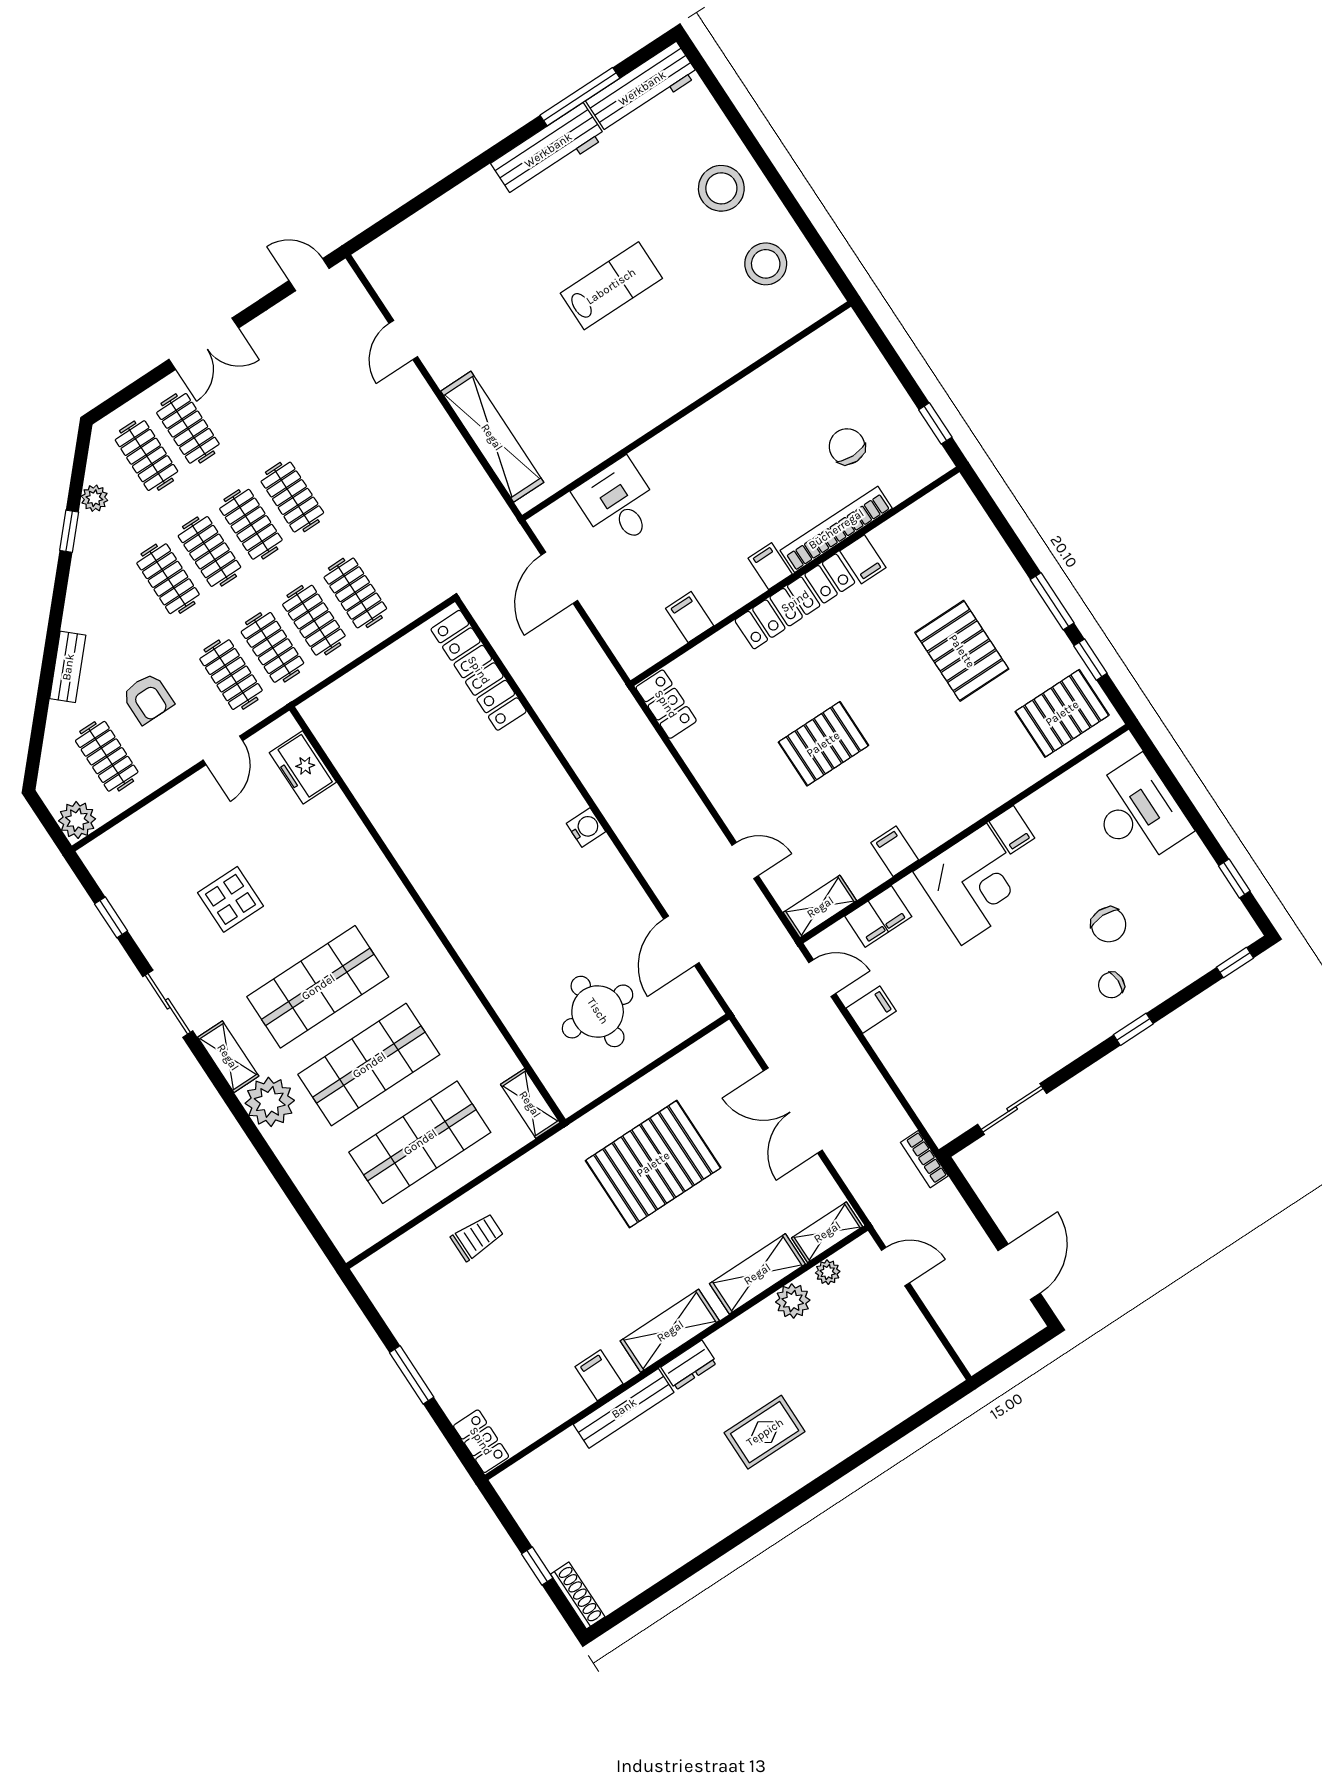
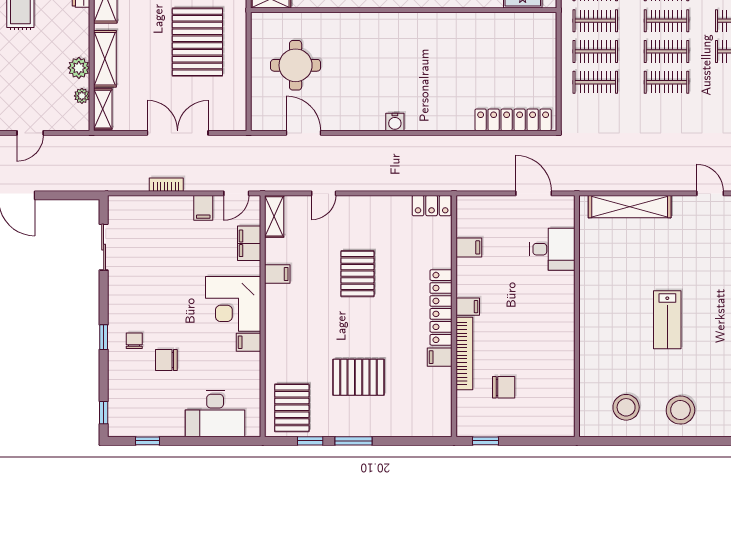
bookcase: (924, 1159) -> (166, 185), moved
door: (895, 1267) -> (30, 133), moved

